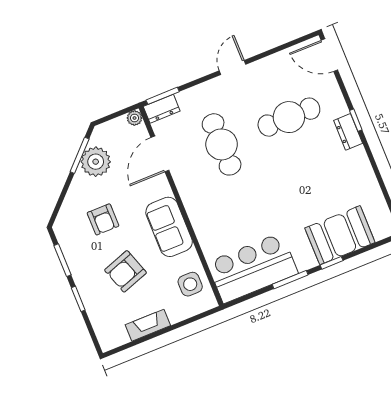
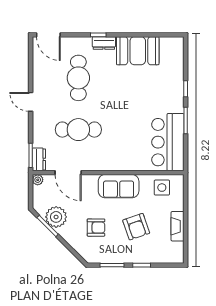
door: (329, 55) -> (48, 35), hinge flipped
booth: (340, 235) -> (138, 51), moved, turned 90

